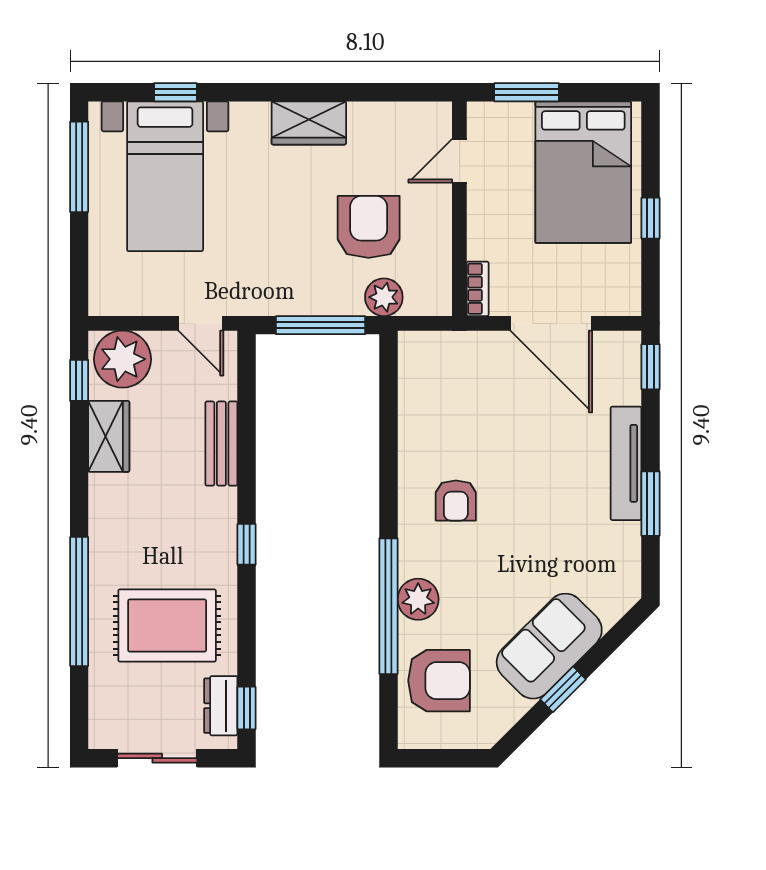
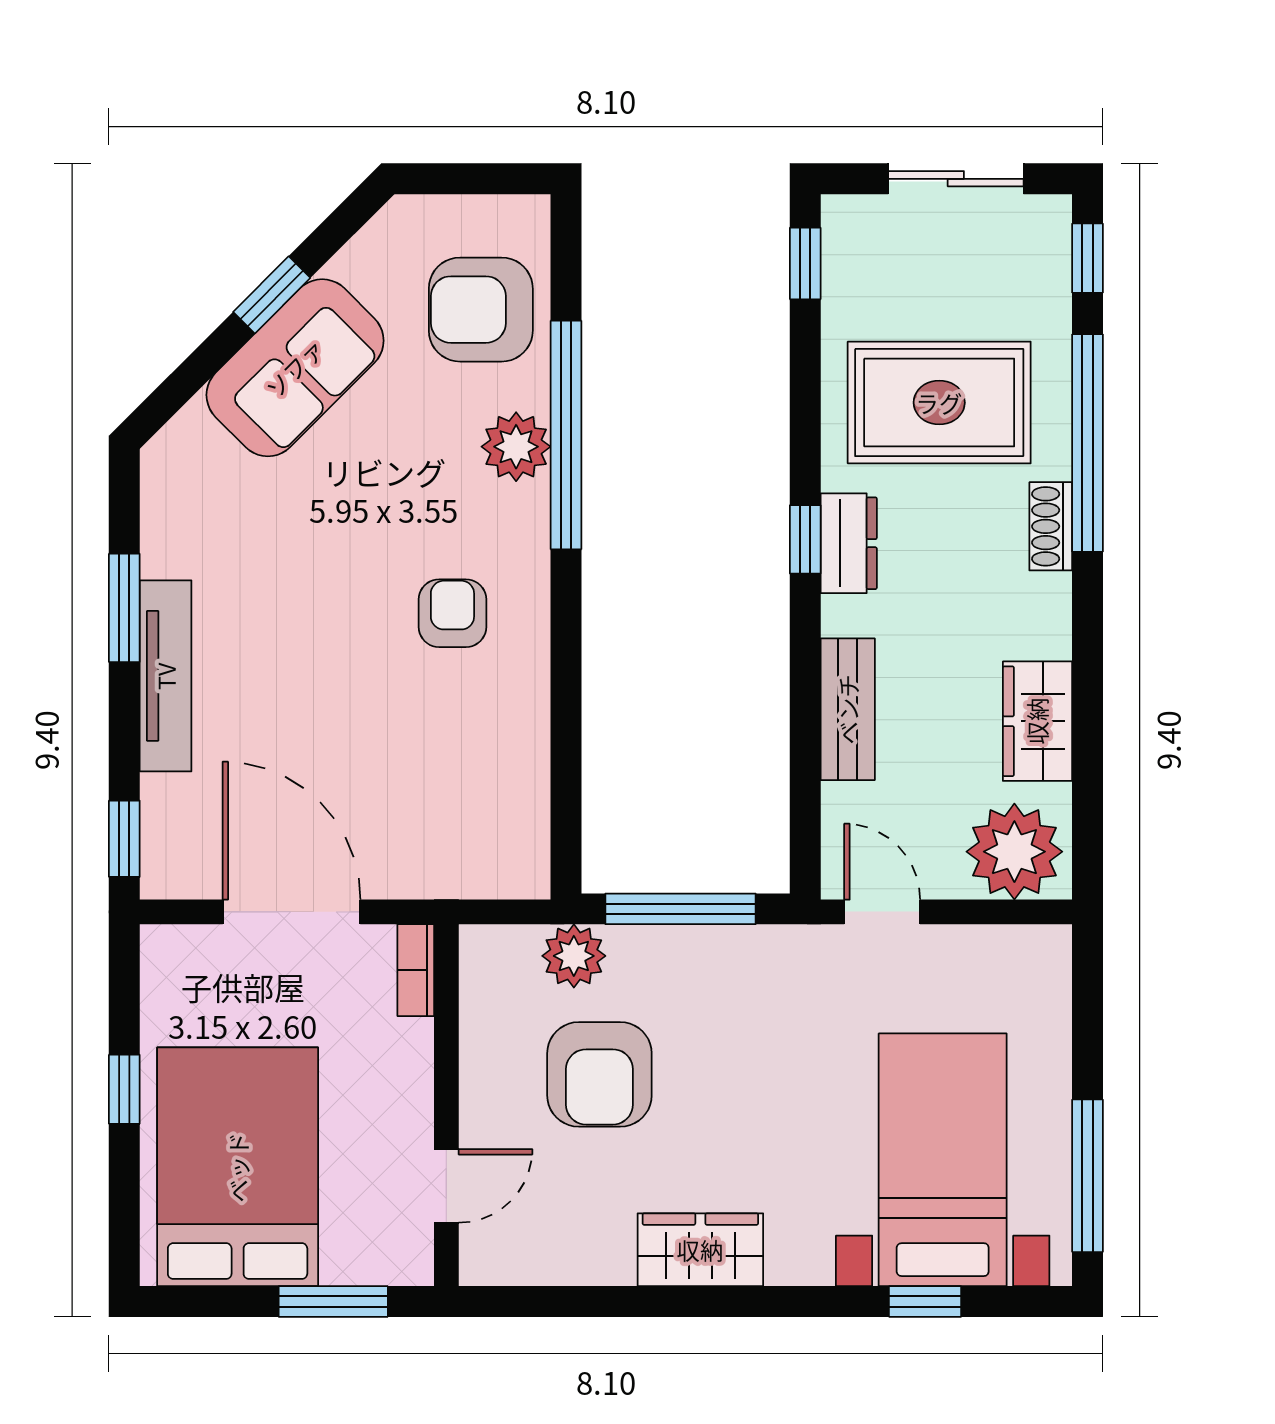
window: (79, 380) -> (1087, 258), moved
shoe rack: (101, 552) -> (1051, 526), added
dresser: (221, 706) -> (849, 543), moved

